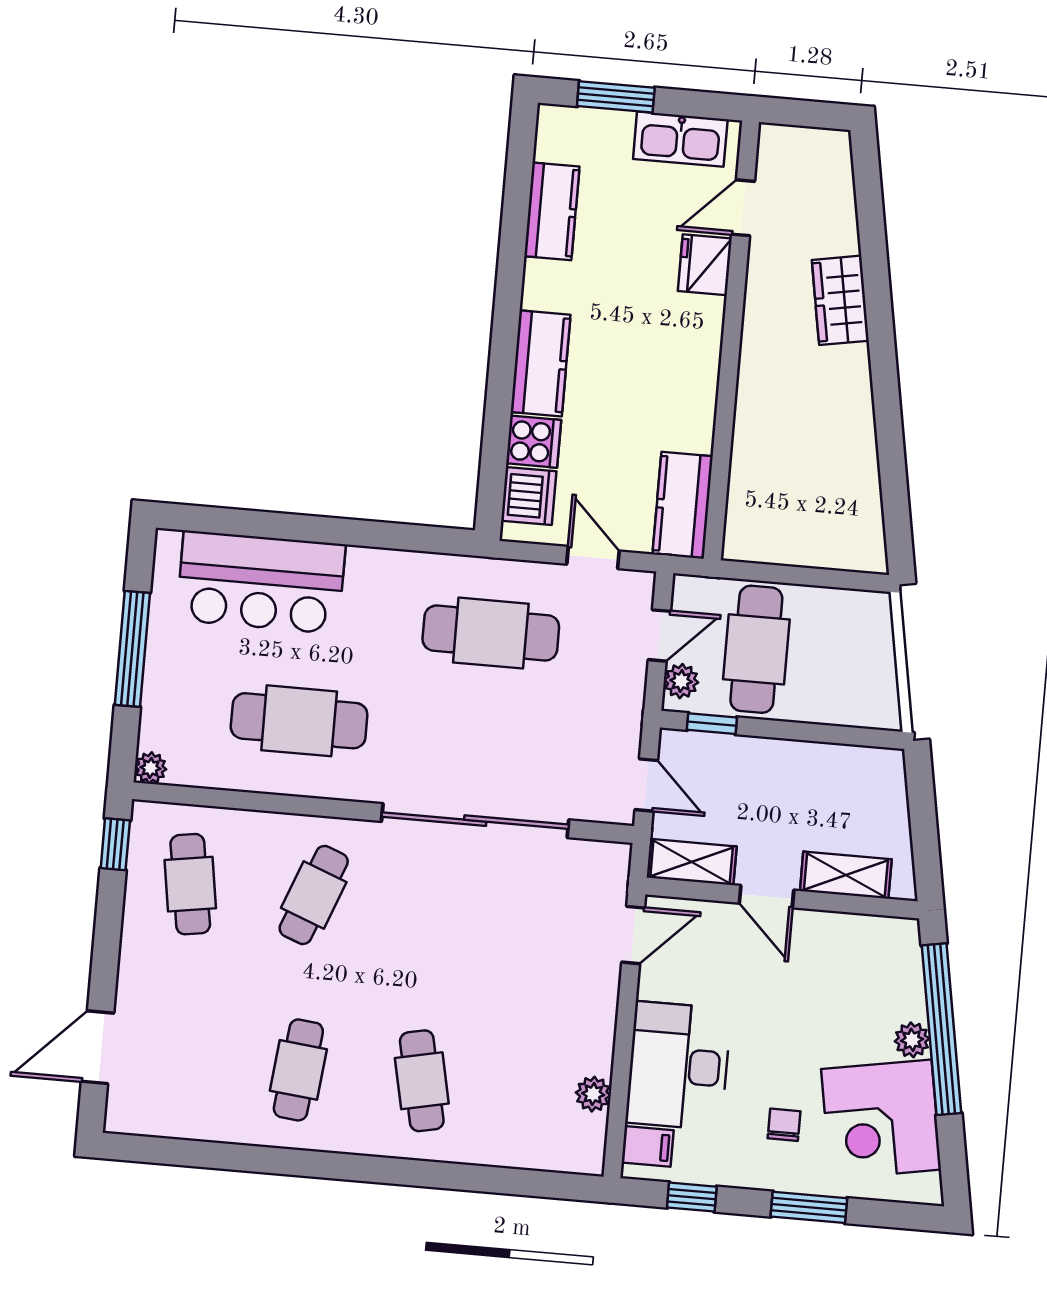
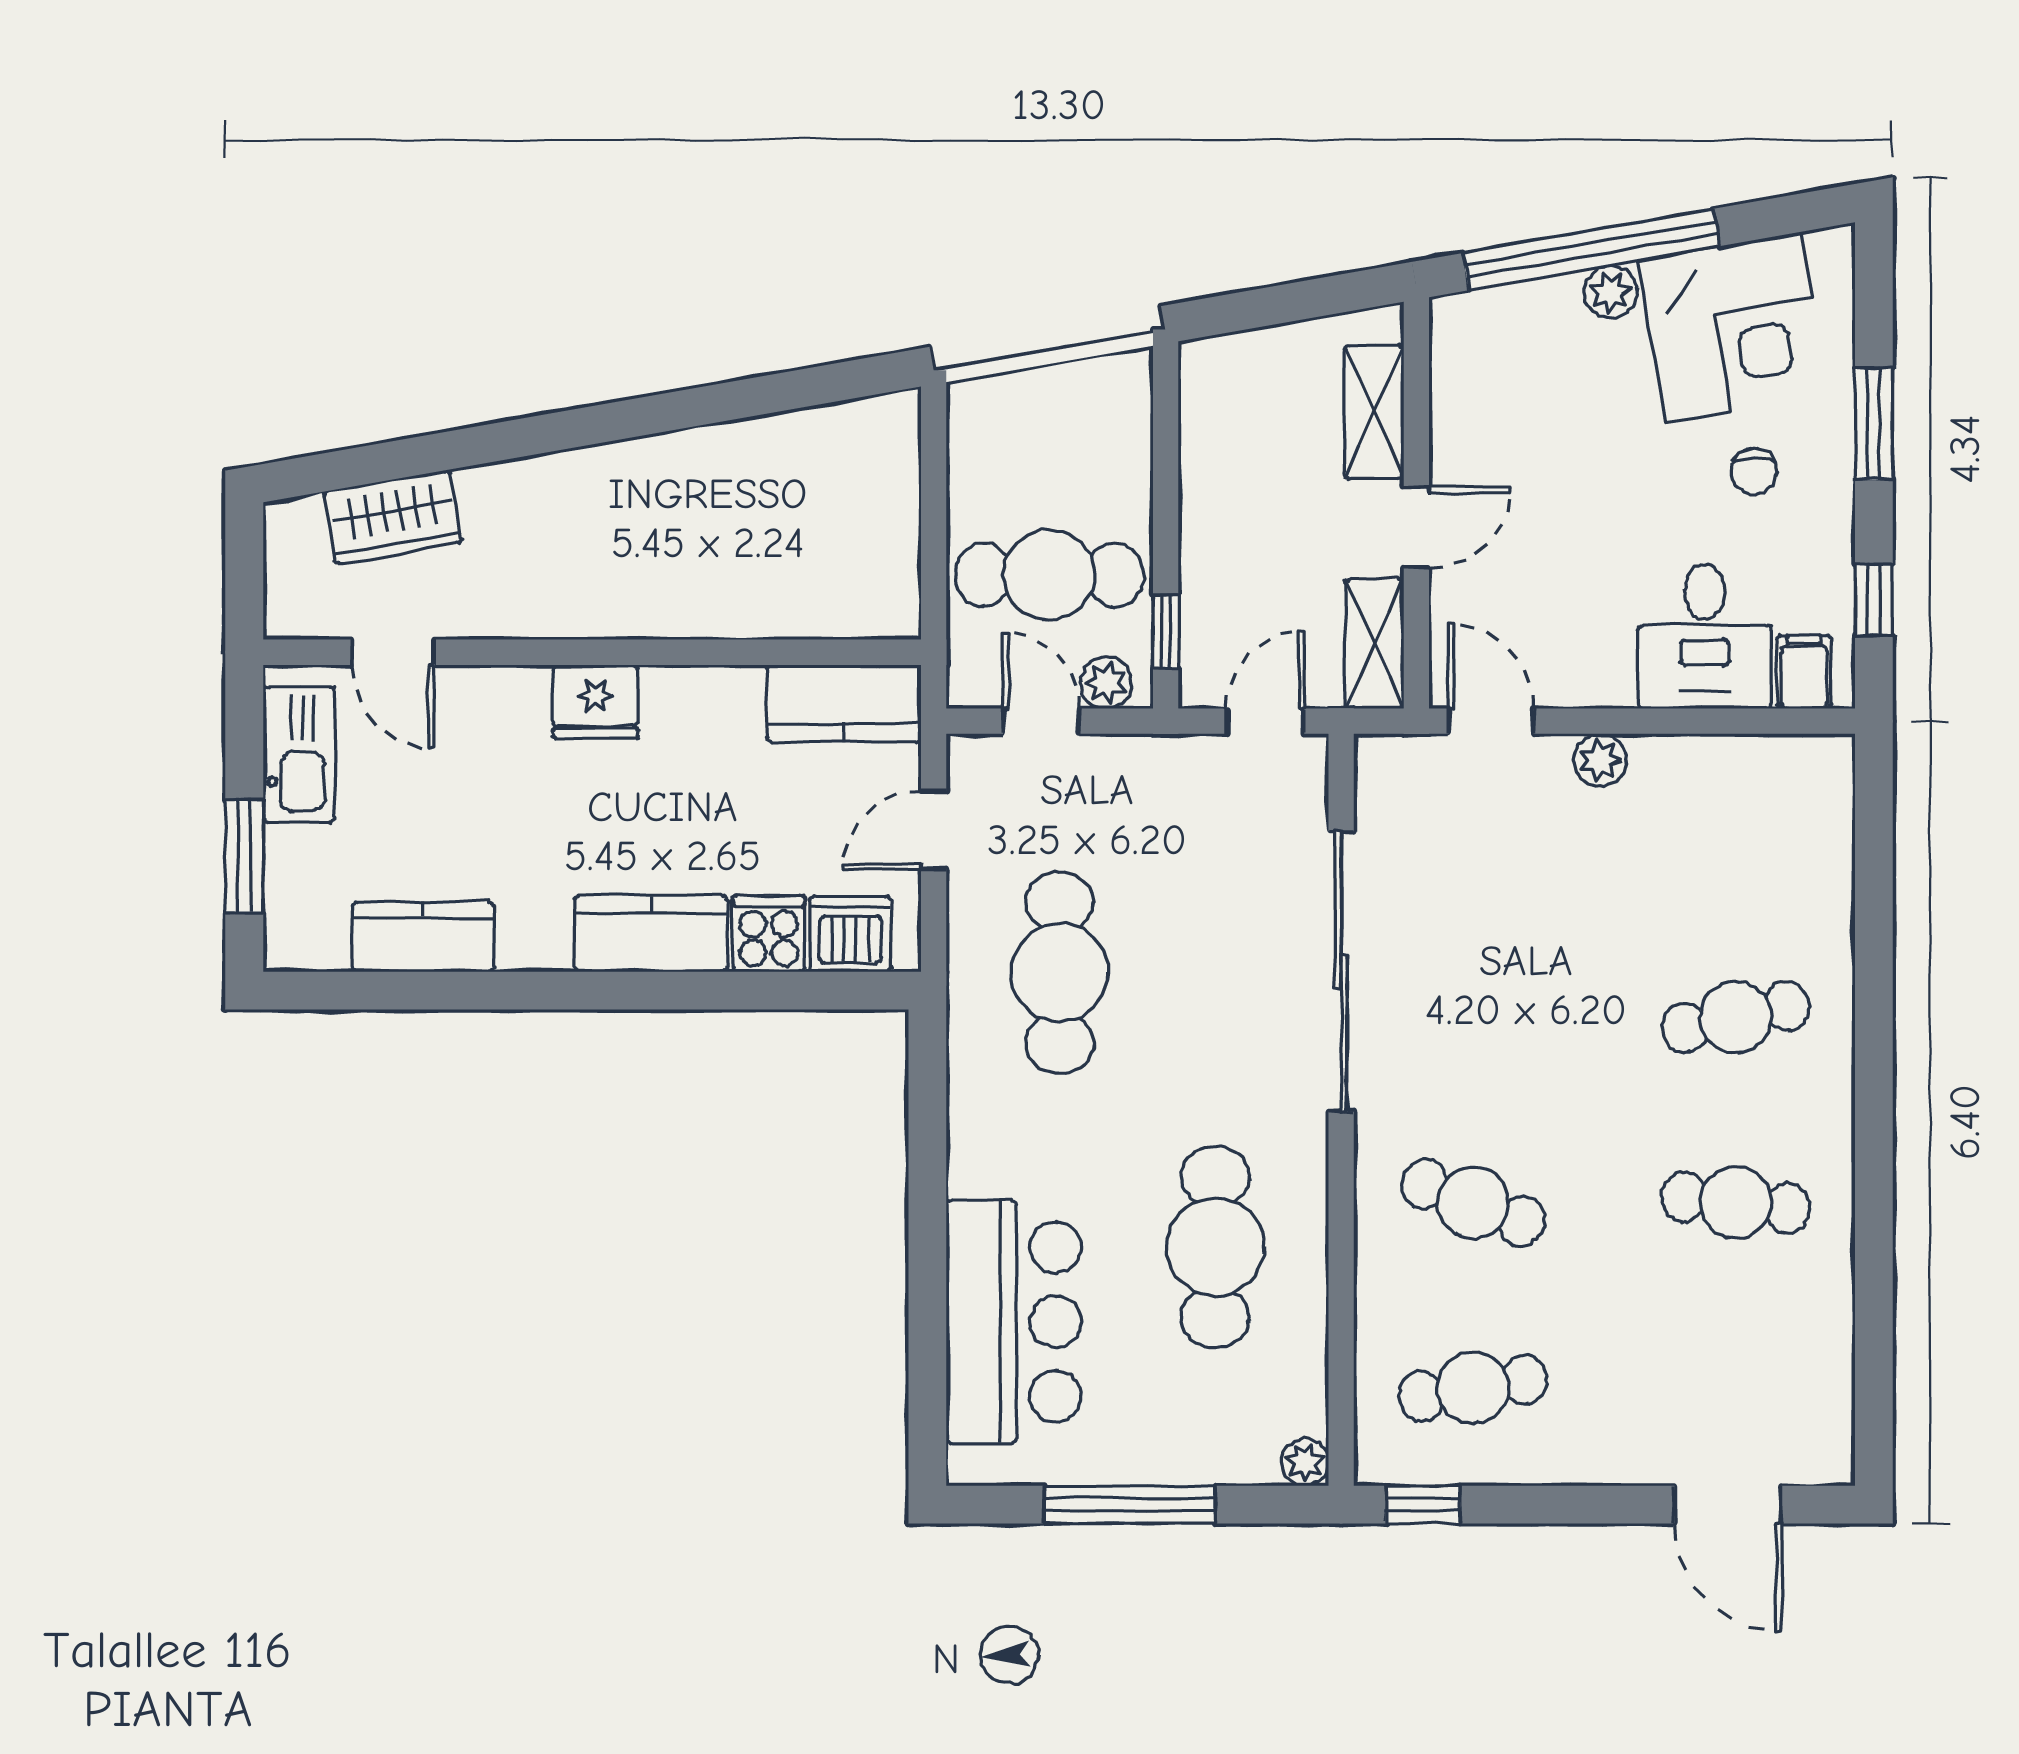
fridge: (705, 265) -> (596, 702), moved
wardrobe: (840, 300) -> (393, 517), moved
desk: (678, 1066) -> (1705, 637), width x0.73
plant: (593, 1094) -> (1600, 760), moved
chair: (784, 1125) -> (1754, 472), turned -90

